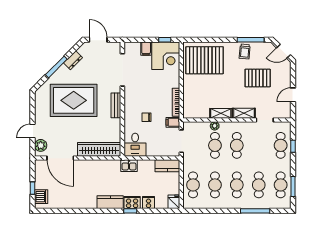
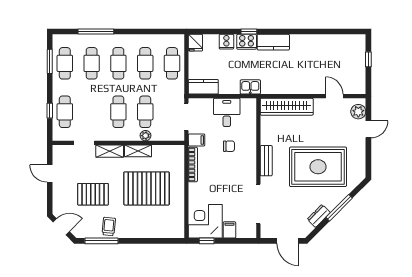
pallet: (205, 60) -> (147, 188), moved
door: (293, 95) -> (50, 174), swing flipped
desk: (135, 145) -> (227, 112), moved
door: (60, 158) -> (334, 96), width x0.53
dishwasher: (41, 197) -> (358, 49), removed

